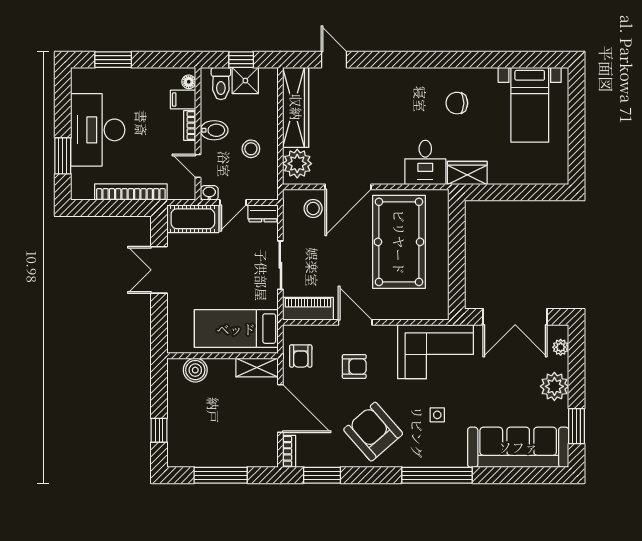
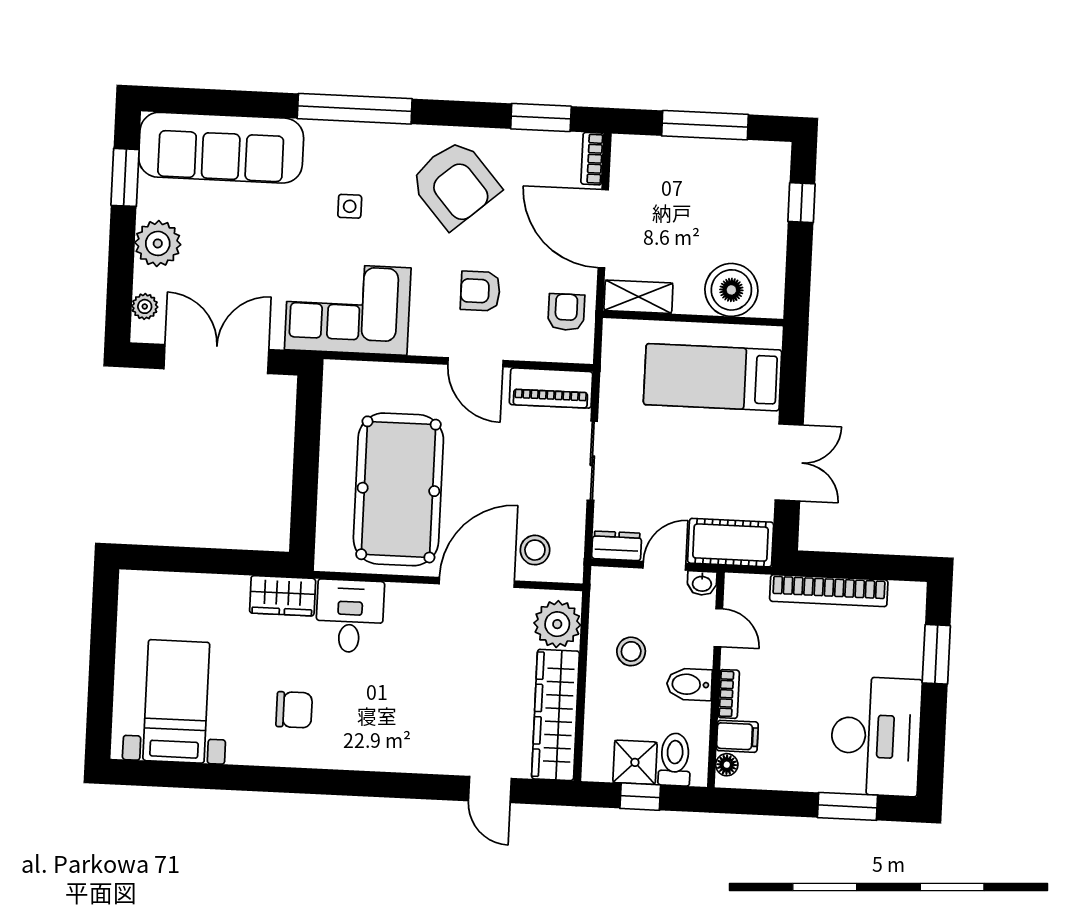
desk: (98, 130) -> (876, 736), moved
bed: (236, 329) -> (713, 377), moved, turned 180
boiler: (195, 370) -> (731, 290), width x1.37, depth x1.37

